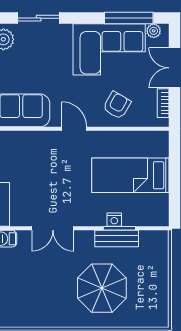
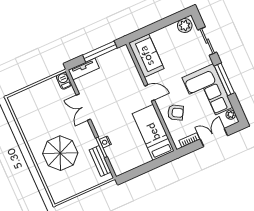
window: (129, 18) -> (224, 79), moved
door: (74, 129) -> (150, 93), hinge flipped
bed: (130, 175) -> (153, 132), moved
bench: (117, 238) -> (100, 161), moved

